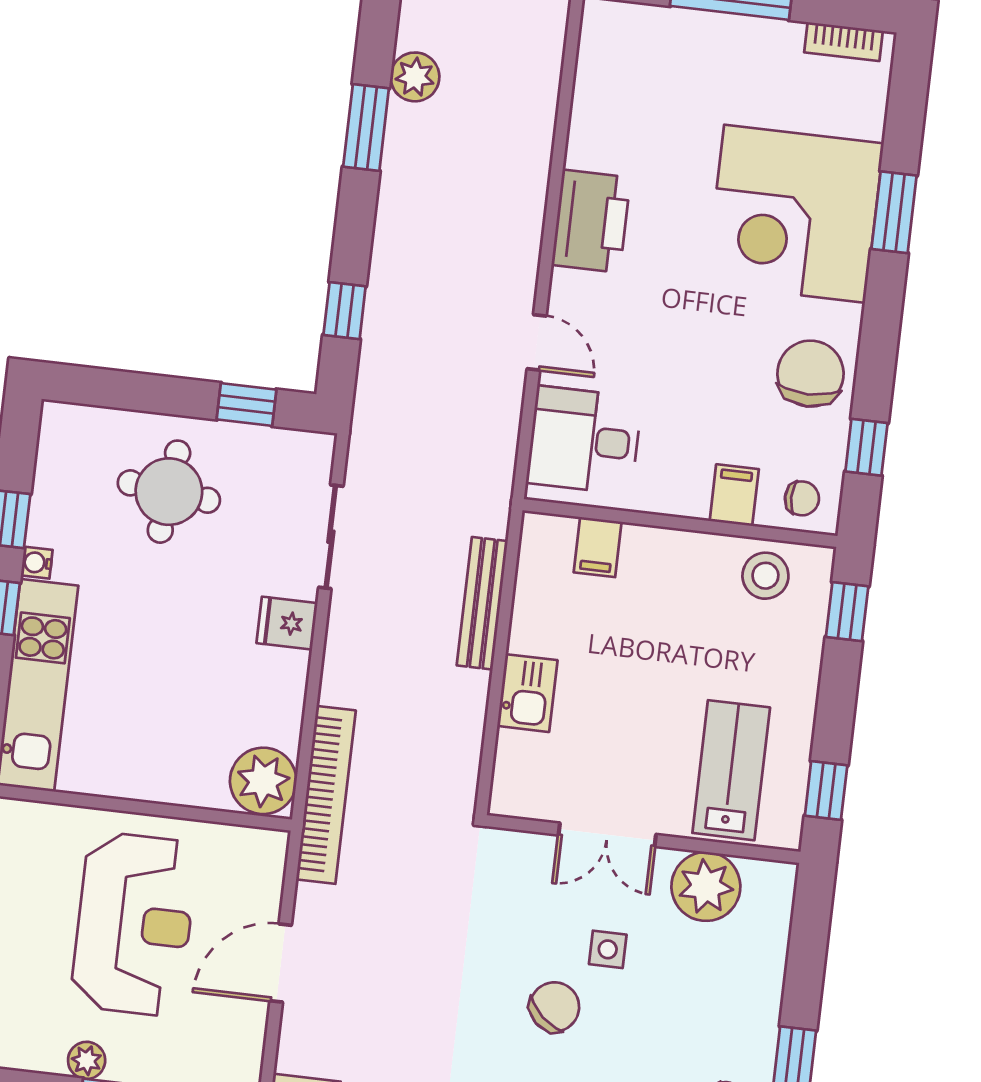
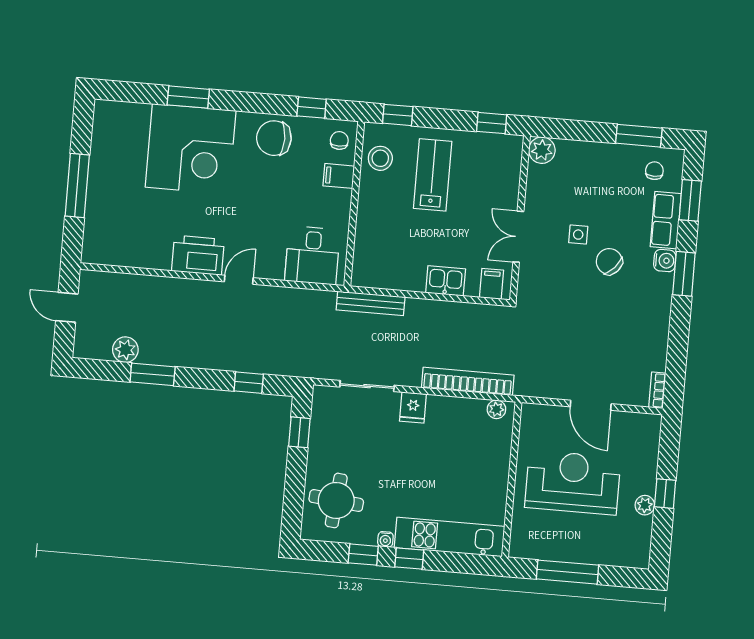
bookcase: (844, 42) -> (100, 126), removed
door: (537, 342) -> (239, 280), moved
round table: (169, 492) -> (336, 500), moved
filing cabinet: (598, 547) -> (492, 284), moved, turned -90
bench: (482, 603) -> (371, 303), moved
lab bench: (731, 770) -> (433, 175), moved, turned 90
plant: (263, 781) -> (496, 409), width x0.53, depth x0.53
bookcase: (326, 795) -> (468, 381), moved
double door: (607, 835) -> (518, 237), swing flipped
plant: (706, 887) -> (542, 150), moved, width x0.73, depth x0.73

